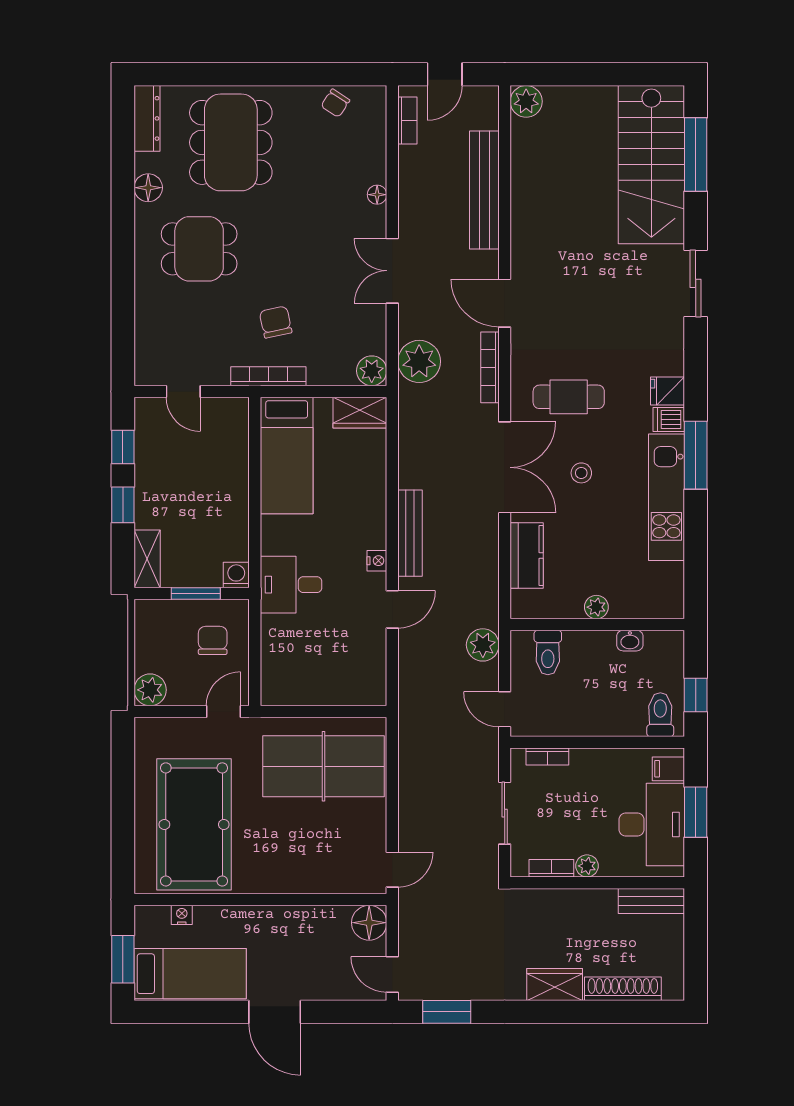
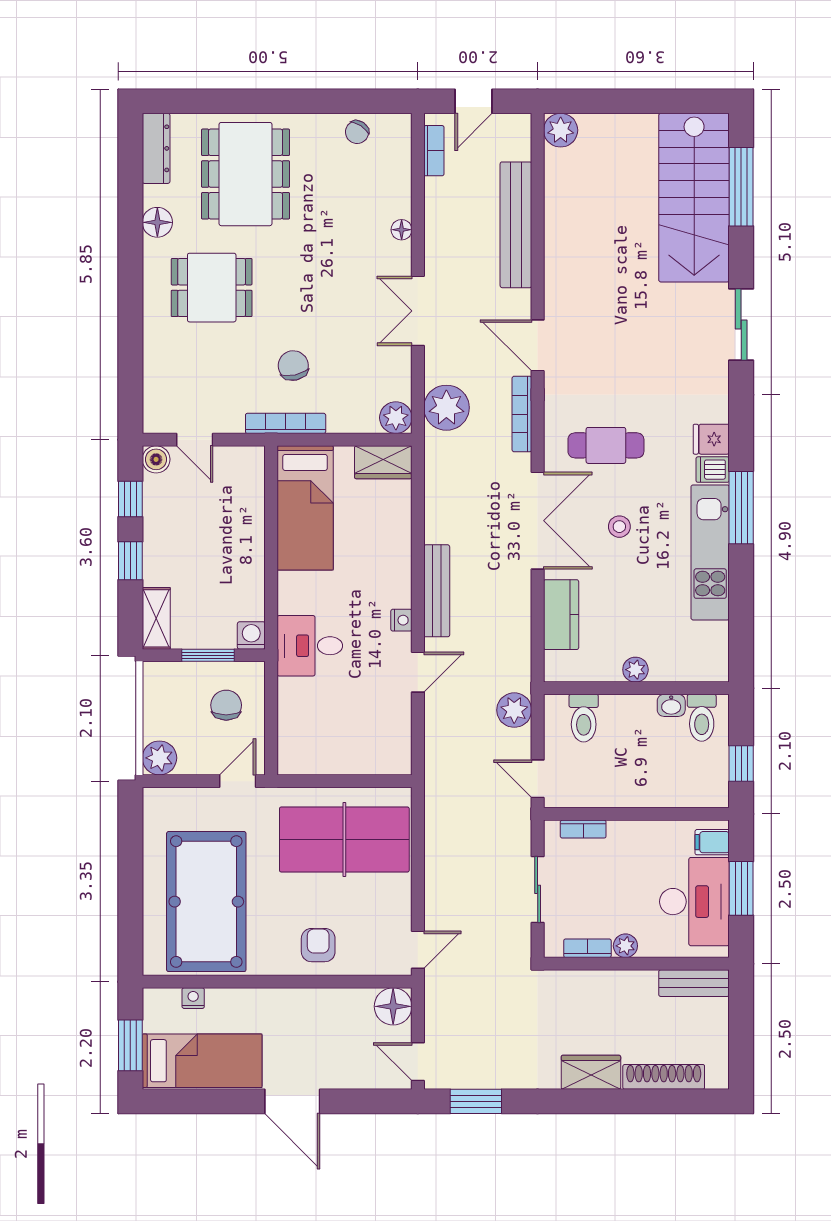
boiler: (147, 410) -> (156, 459), added
toilet: (660, 715) -> (702, 718), moved, turned 180
armchair: (299, 865) -> (318, 945), added

